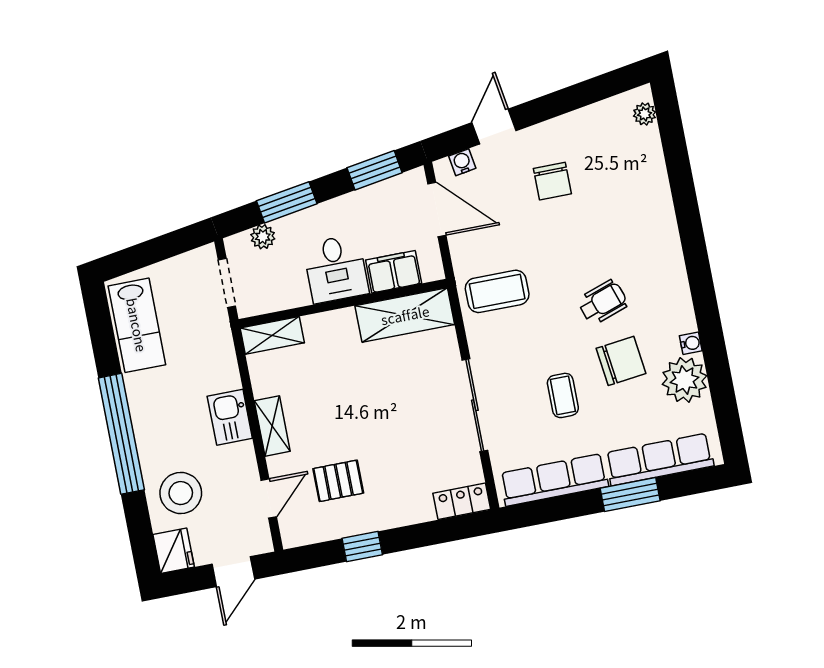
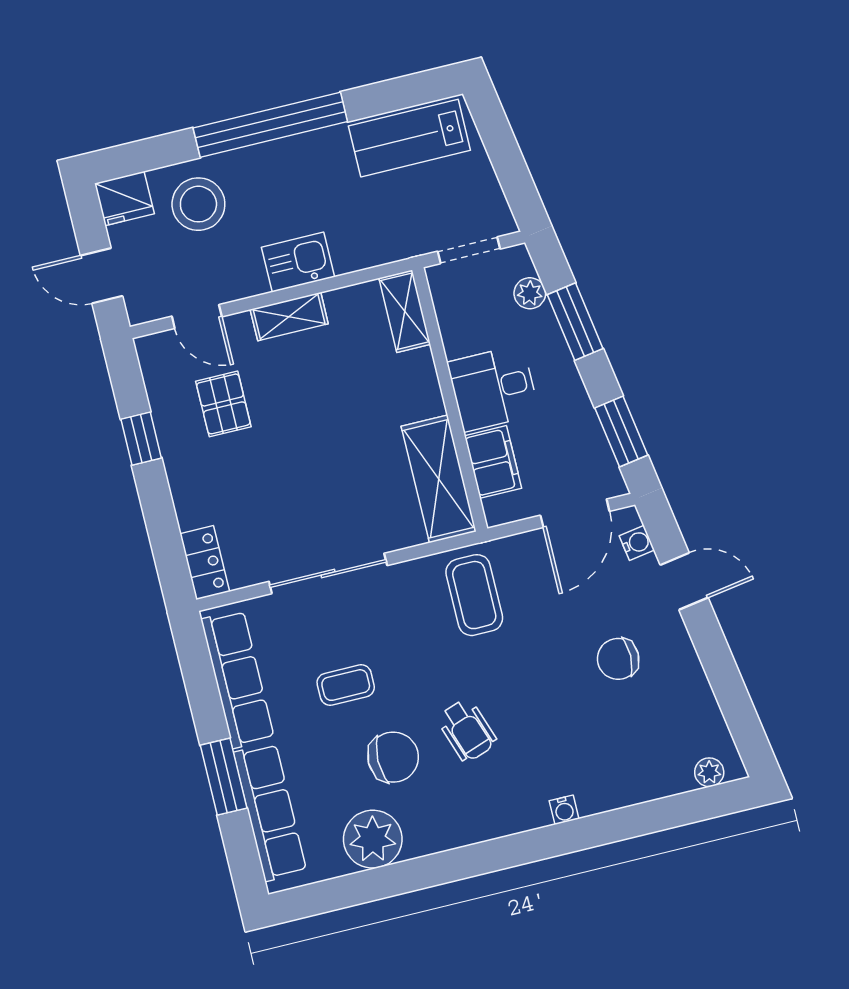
water cooler: (691, 343) -> (564, 810), moved
chair: (621, 361) -> (393, 757), turned -83

